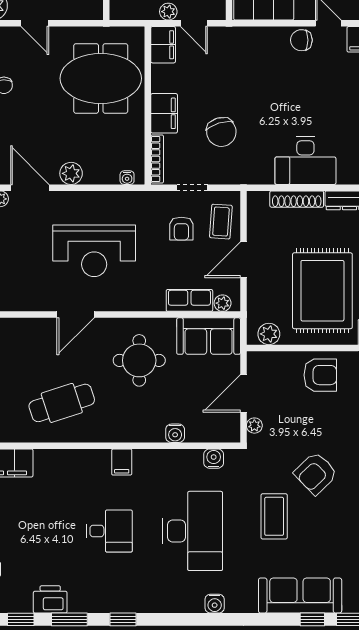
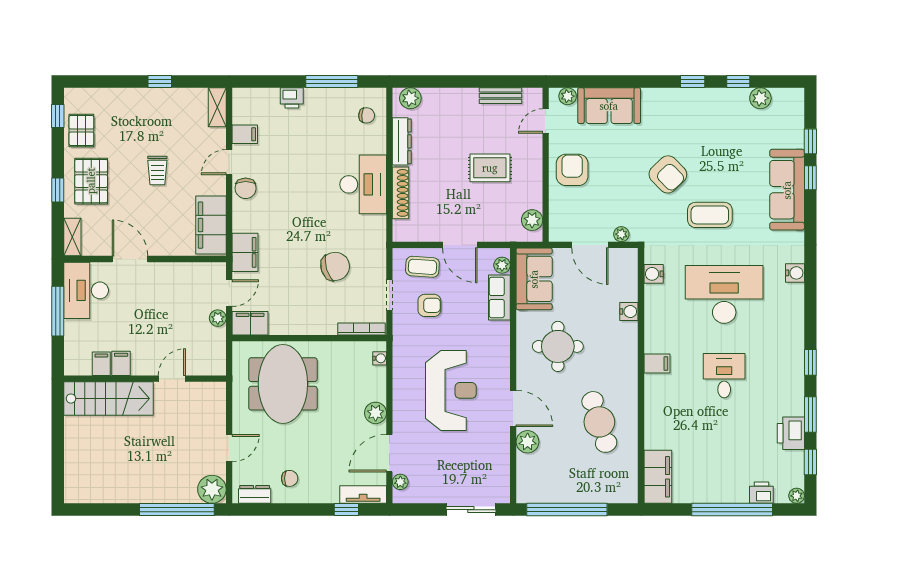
filing cabinet: (164, 113) -> (245, 252), moved, turned 90
rug: (322, 291) -> (490, 168), width x0.54, depth x0.49
plant: (41, 329) -> (528, 442), added

